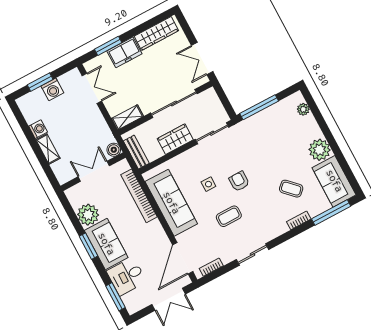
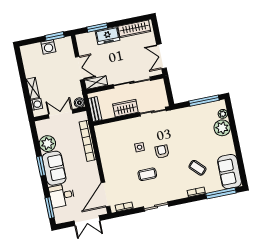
window: (40, 82) -> (55, 36), moved
double door: (92, 88) -> (80, 68), moved
window: (259, 107) -> (204, 101), moved
washing machine: (38, 129) -> (37, 104), moved
plant: (320, 150) -> (222, 128), moved
sofa: (171, 203) -> (109, 153), removed

